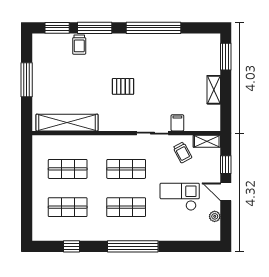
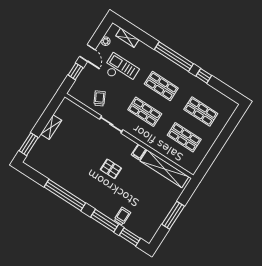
filing cabinet: (177, 123) -> (139, 152), moved
shelving: (207, 141) -> (127, 38), moved
checkout: (180, 197) -> (121, 70), turned 180
window: (72, 246) -> (204, 76), moved

